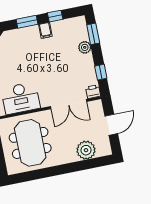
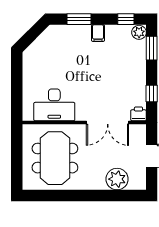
window: (55, 16) -> (126, 19), moved
plant: (85, 47) -> (139, 32), moved

